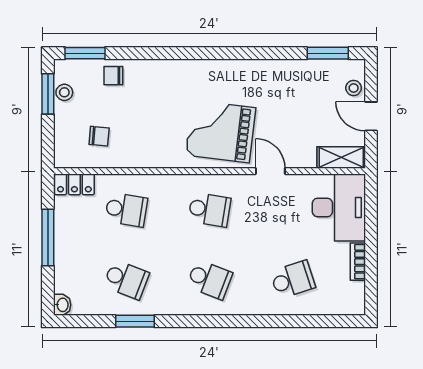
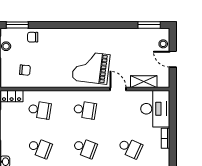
shelving: (341, 158) -> (144, 82), moved
school desk: (293, 280) -> (130, 148), turned 42

